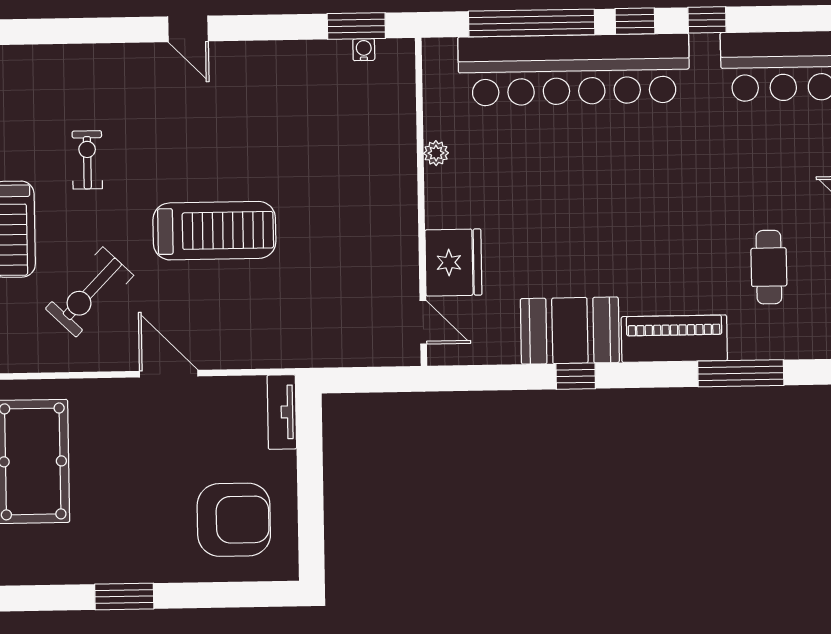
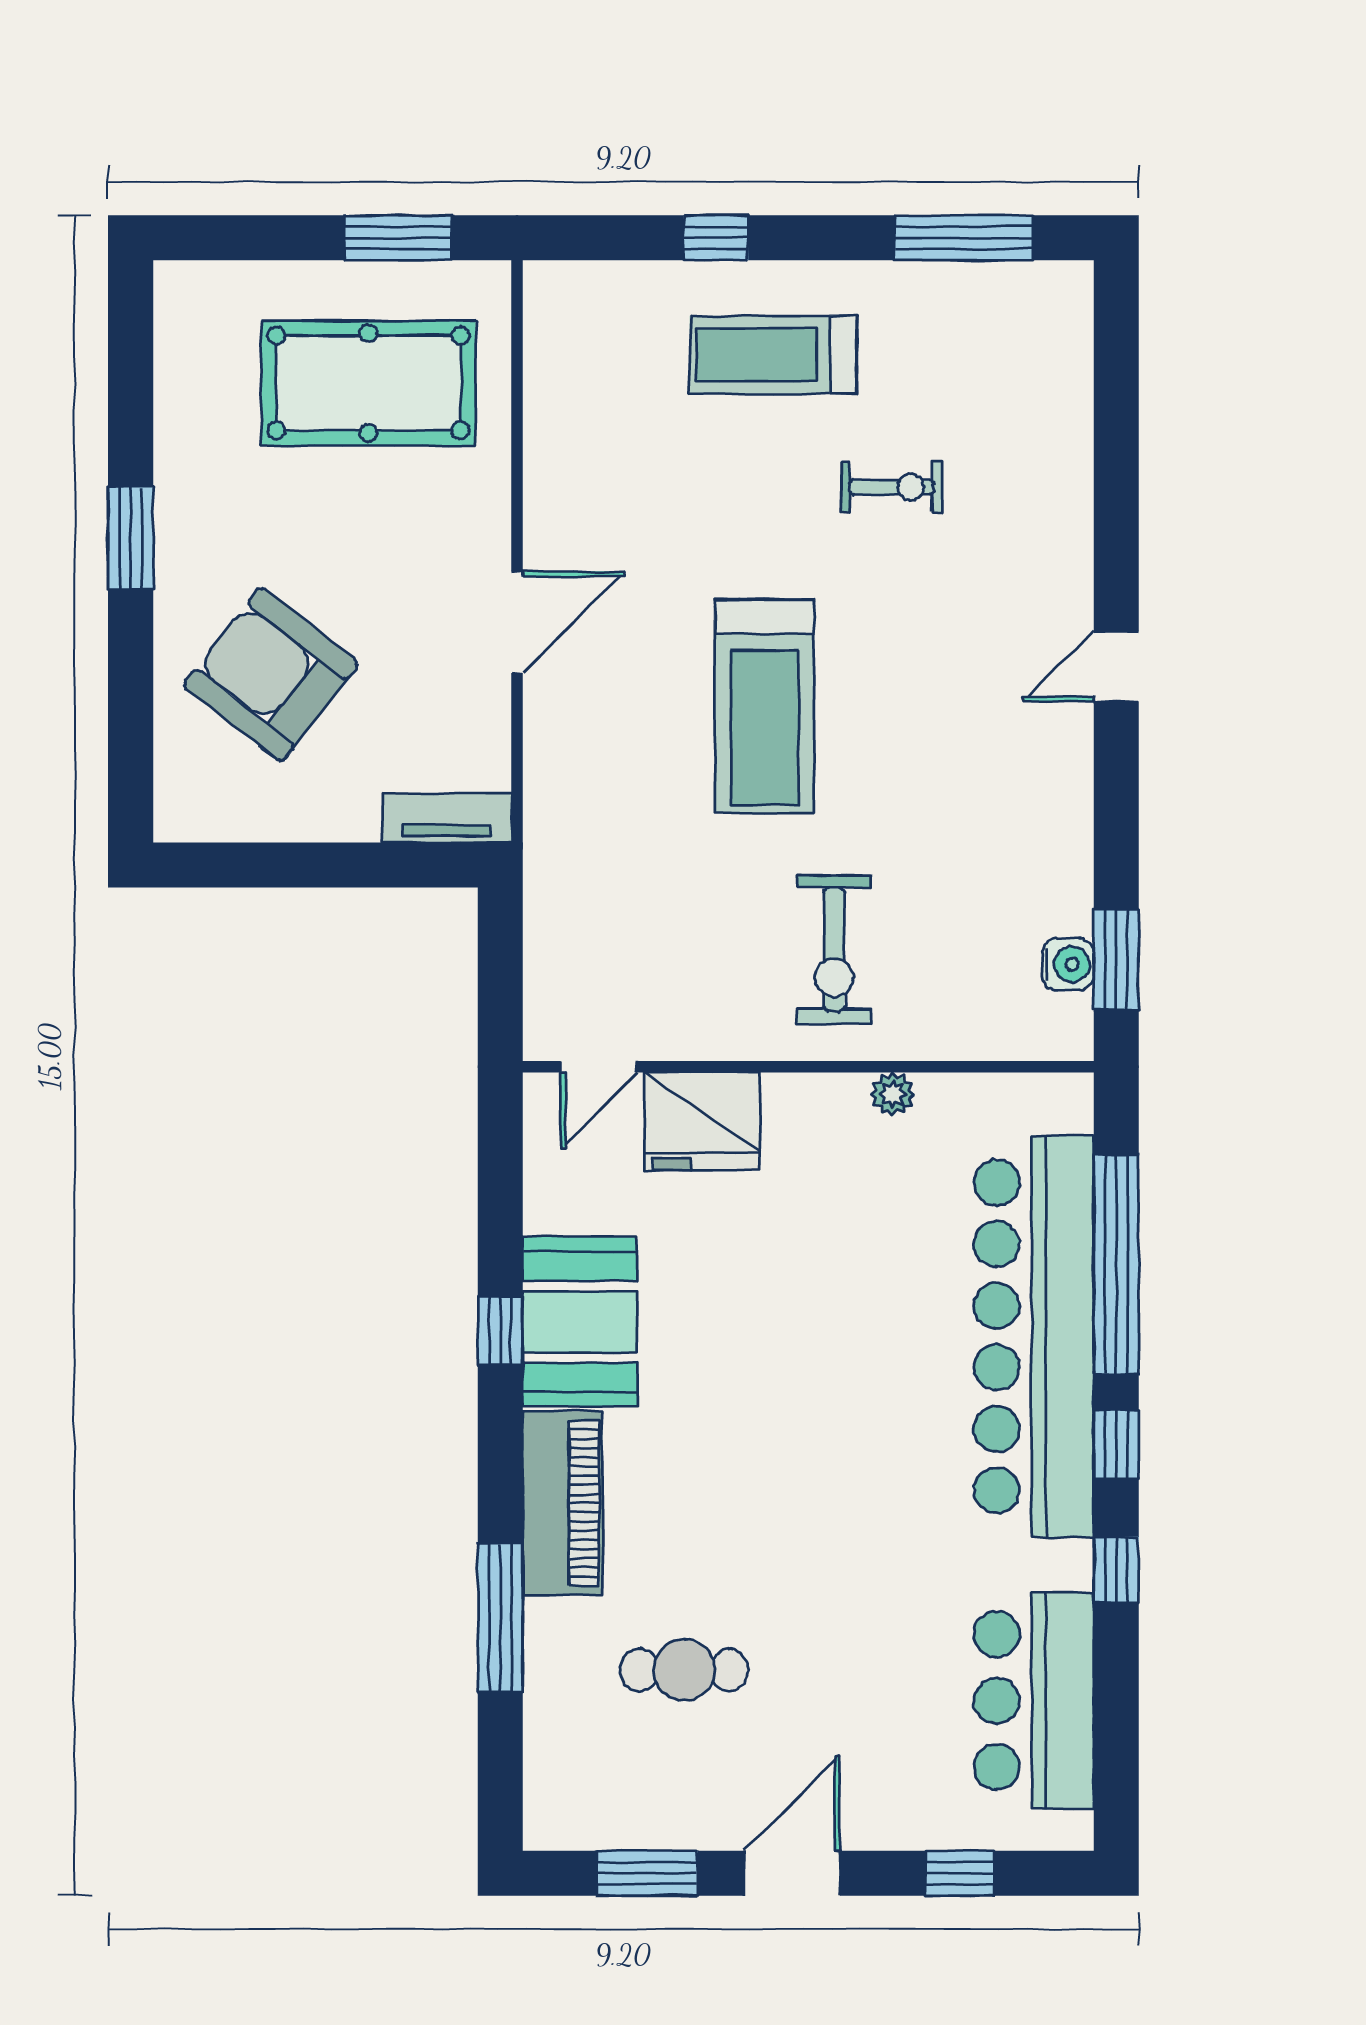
water cooler: (364, 50) -> (1068, 964), width x1.38, depth x1.38
exercise bike: (89, 292) -> (834, 949), moved, turned -134
armchair: (234, 520) -> (271, 674), moved, turned 128

